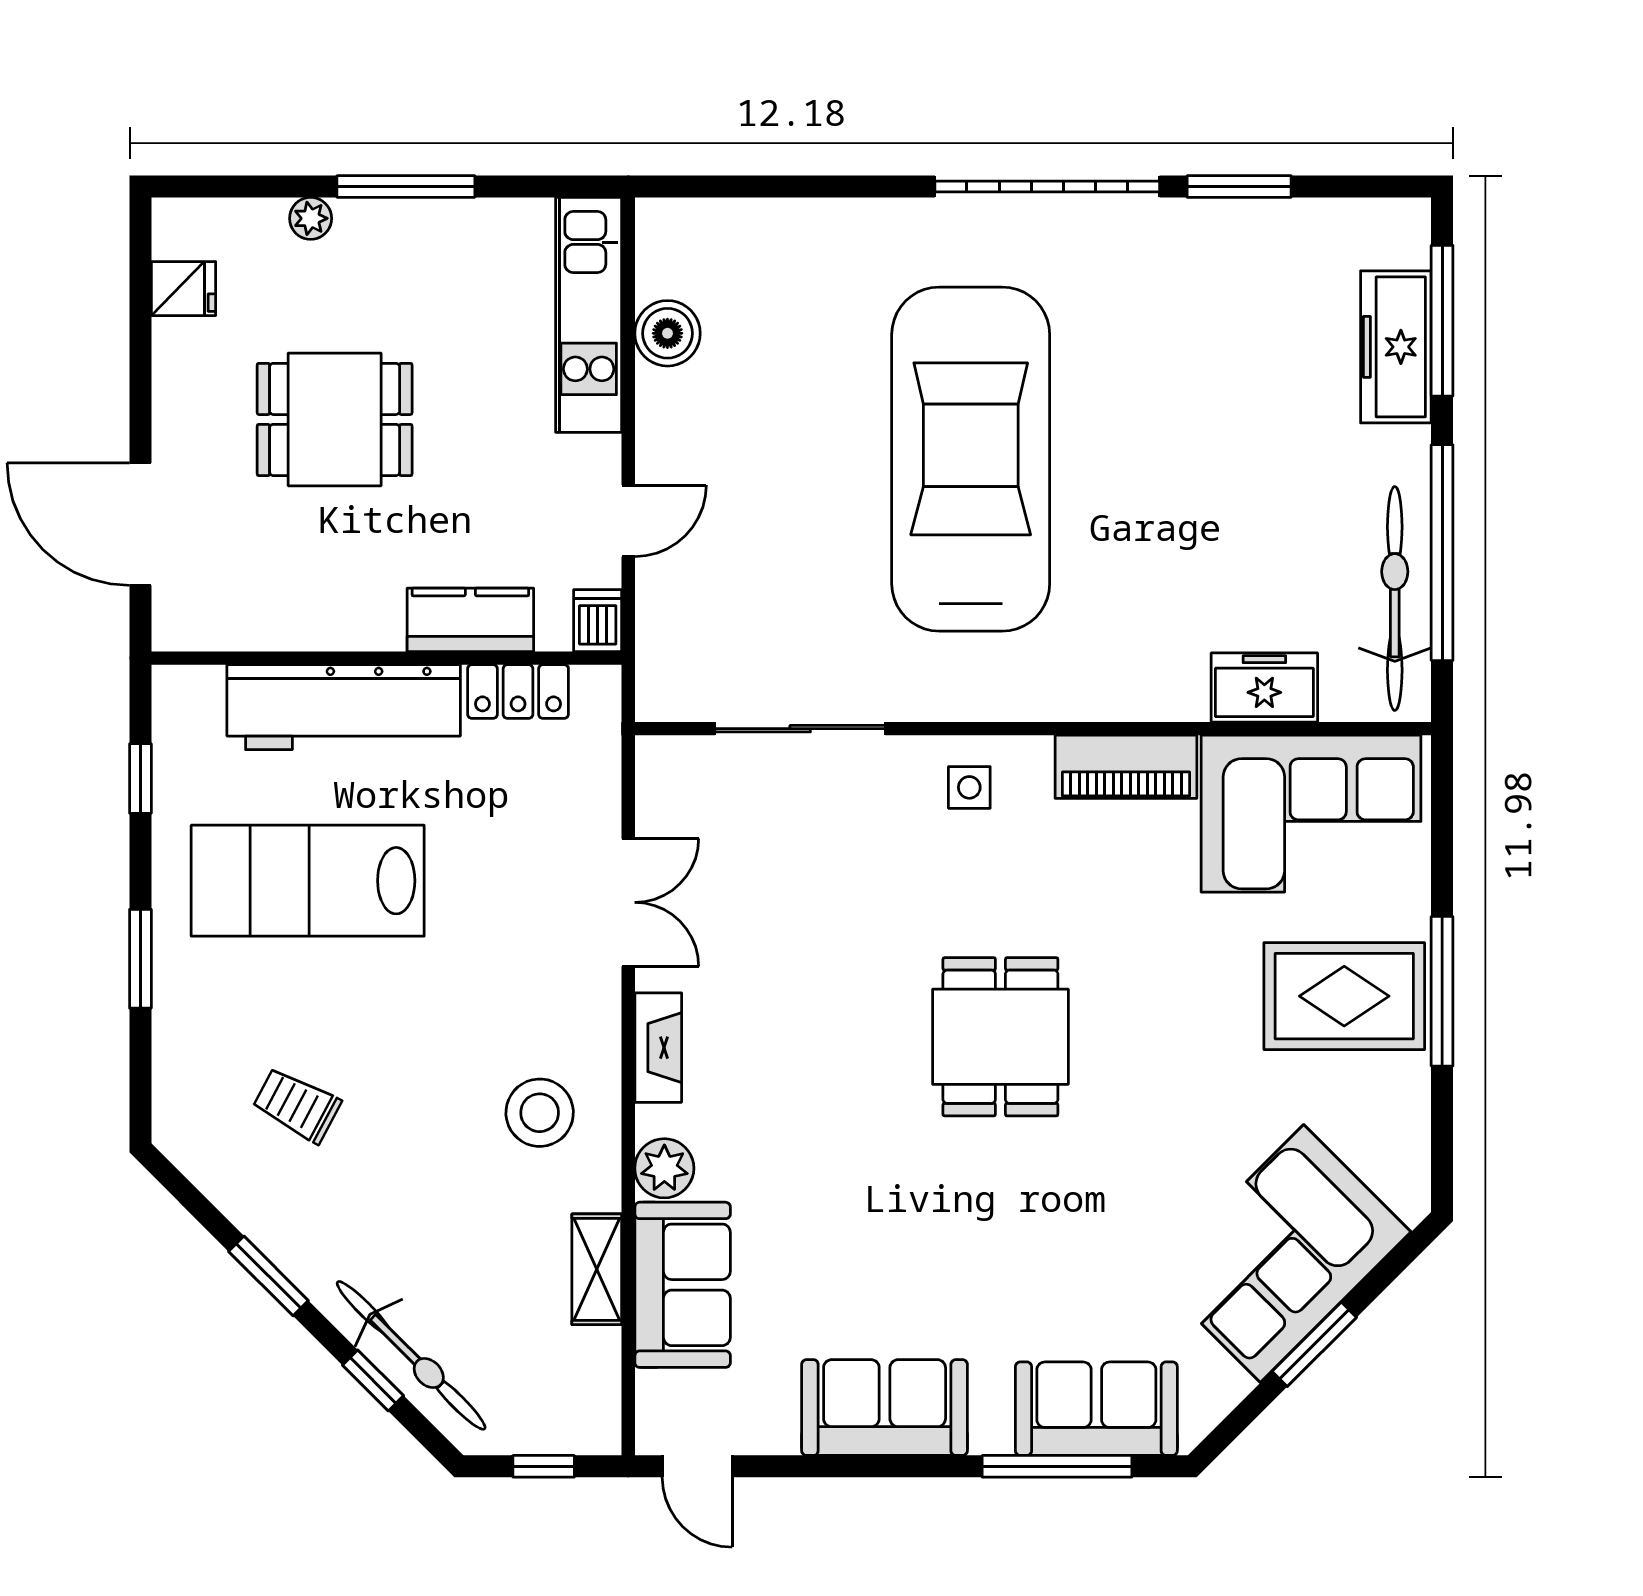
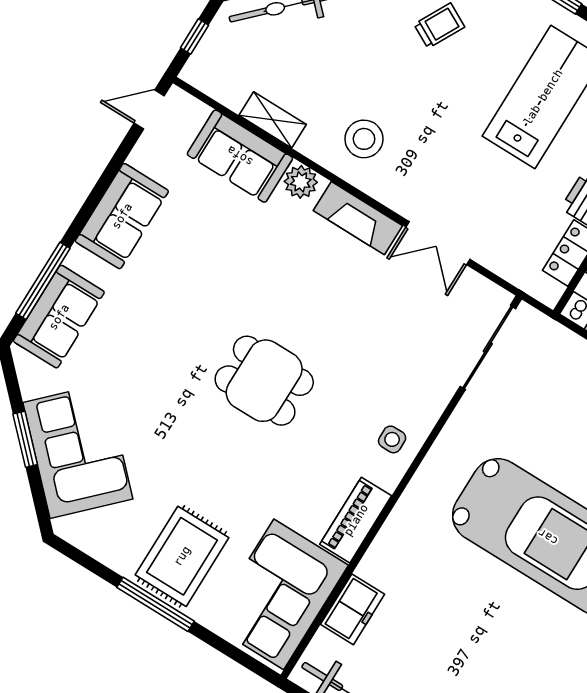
sliding door: (800, 729) -> (488, 347), moved
fireplace: (658, 1048) -> (358, 218), width x1.37, depth x1.32

